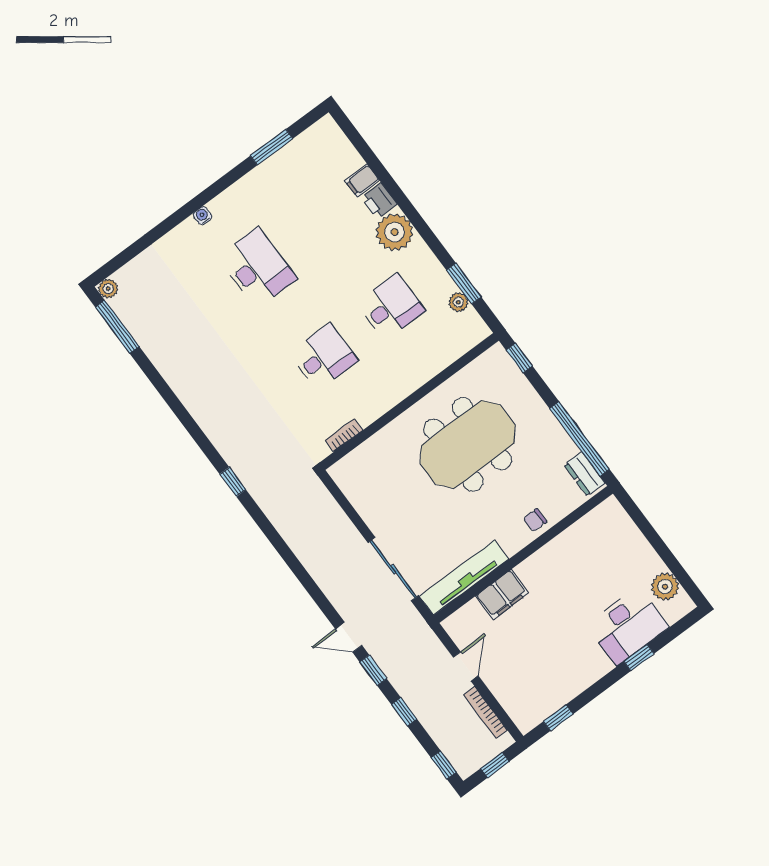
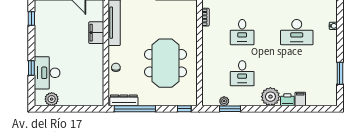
dresser: (584, 474) -> (124, 100), width x1.44

